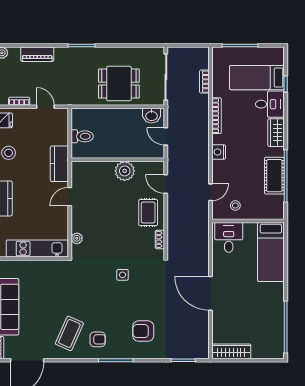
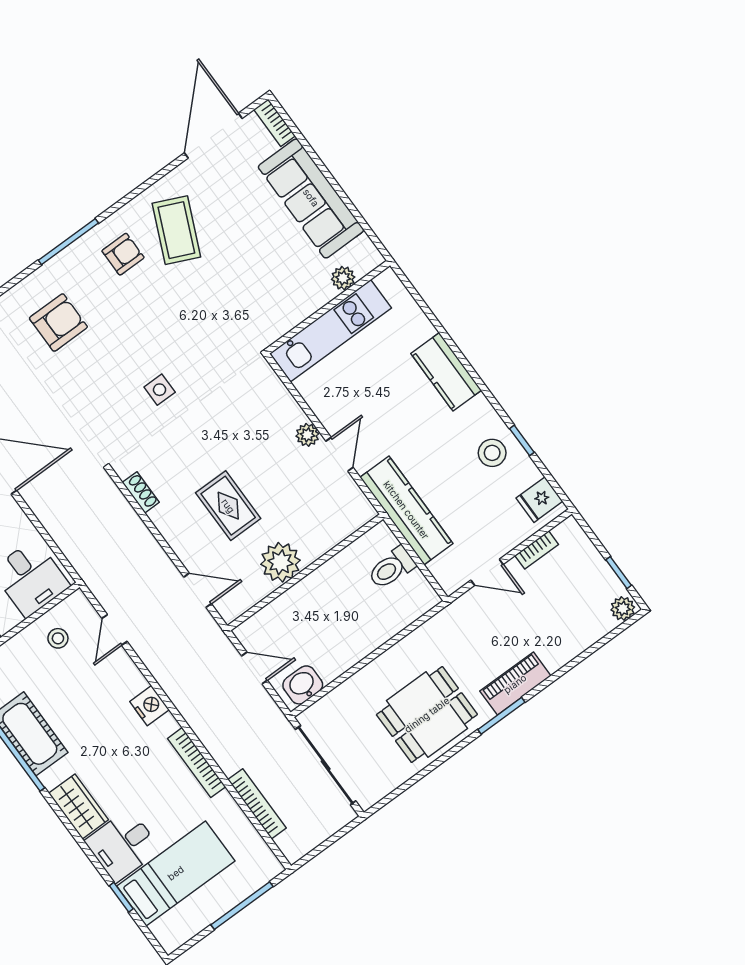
piano: (37, 54) -> (515, 684), moved
bookcase: (204, 82) -> (257, 804), width x1.56
dining table: (119, 84) -> (427, 715), moved
kitchen counter: (59, 164) -> (406, 510), width x1.50
rug: (148, 213) -> (228, 506), moved
plant: (77, 238) -> (307, 435), moved
plant: (17, 266) -> (343, 278), added
armchair: (98, 339) -> (123, 254), turned 180

